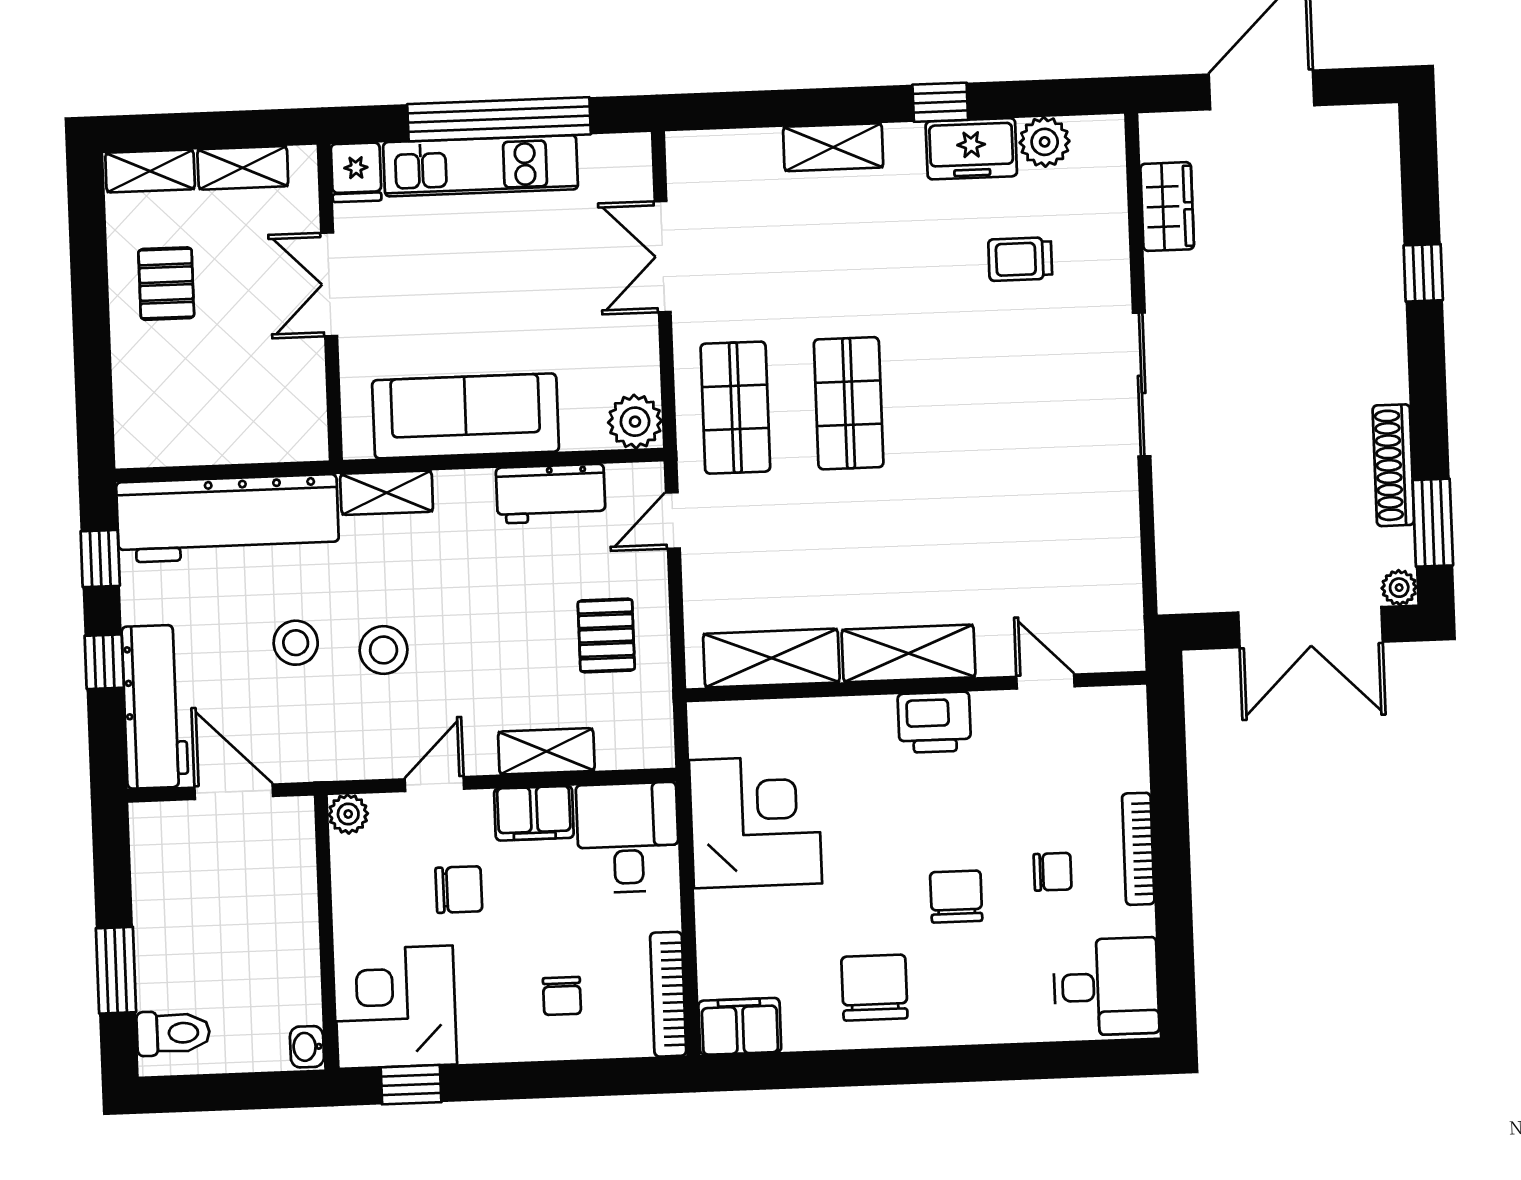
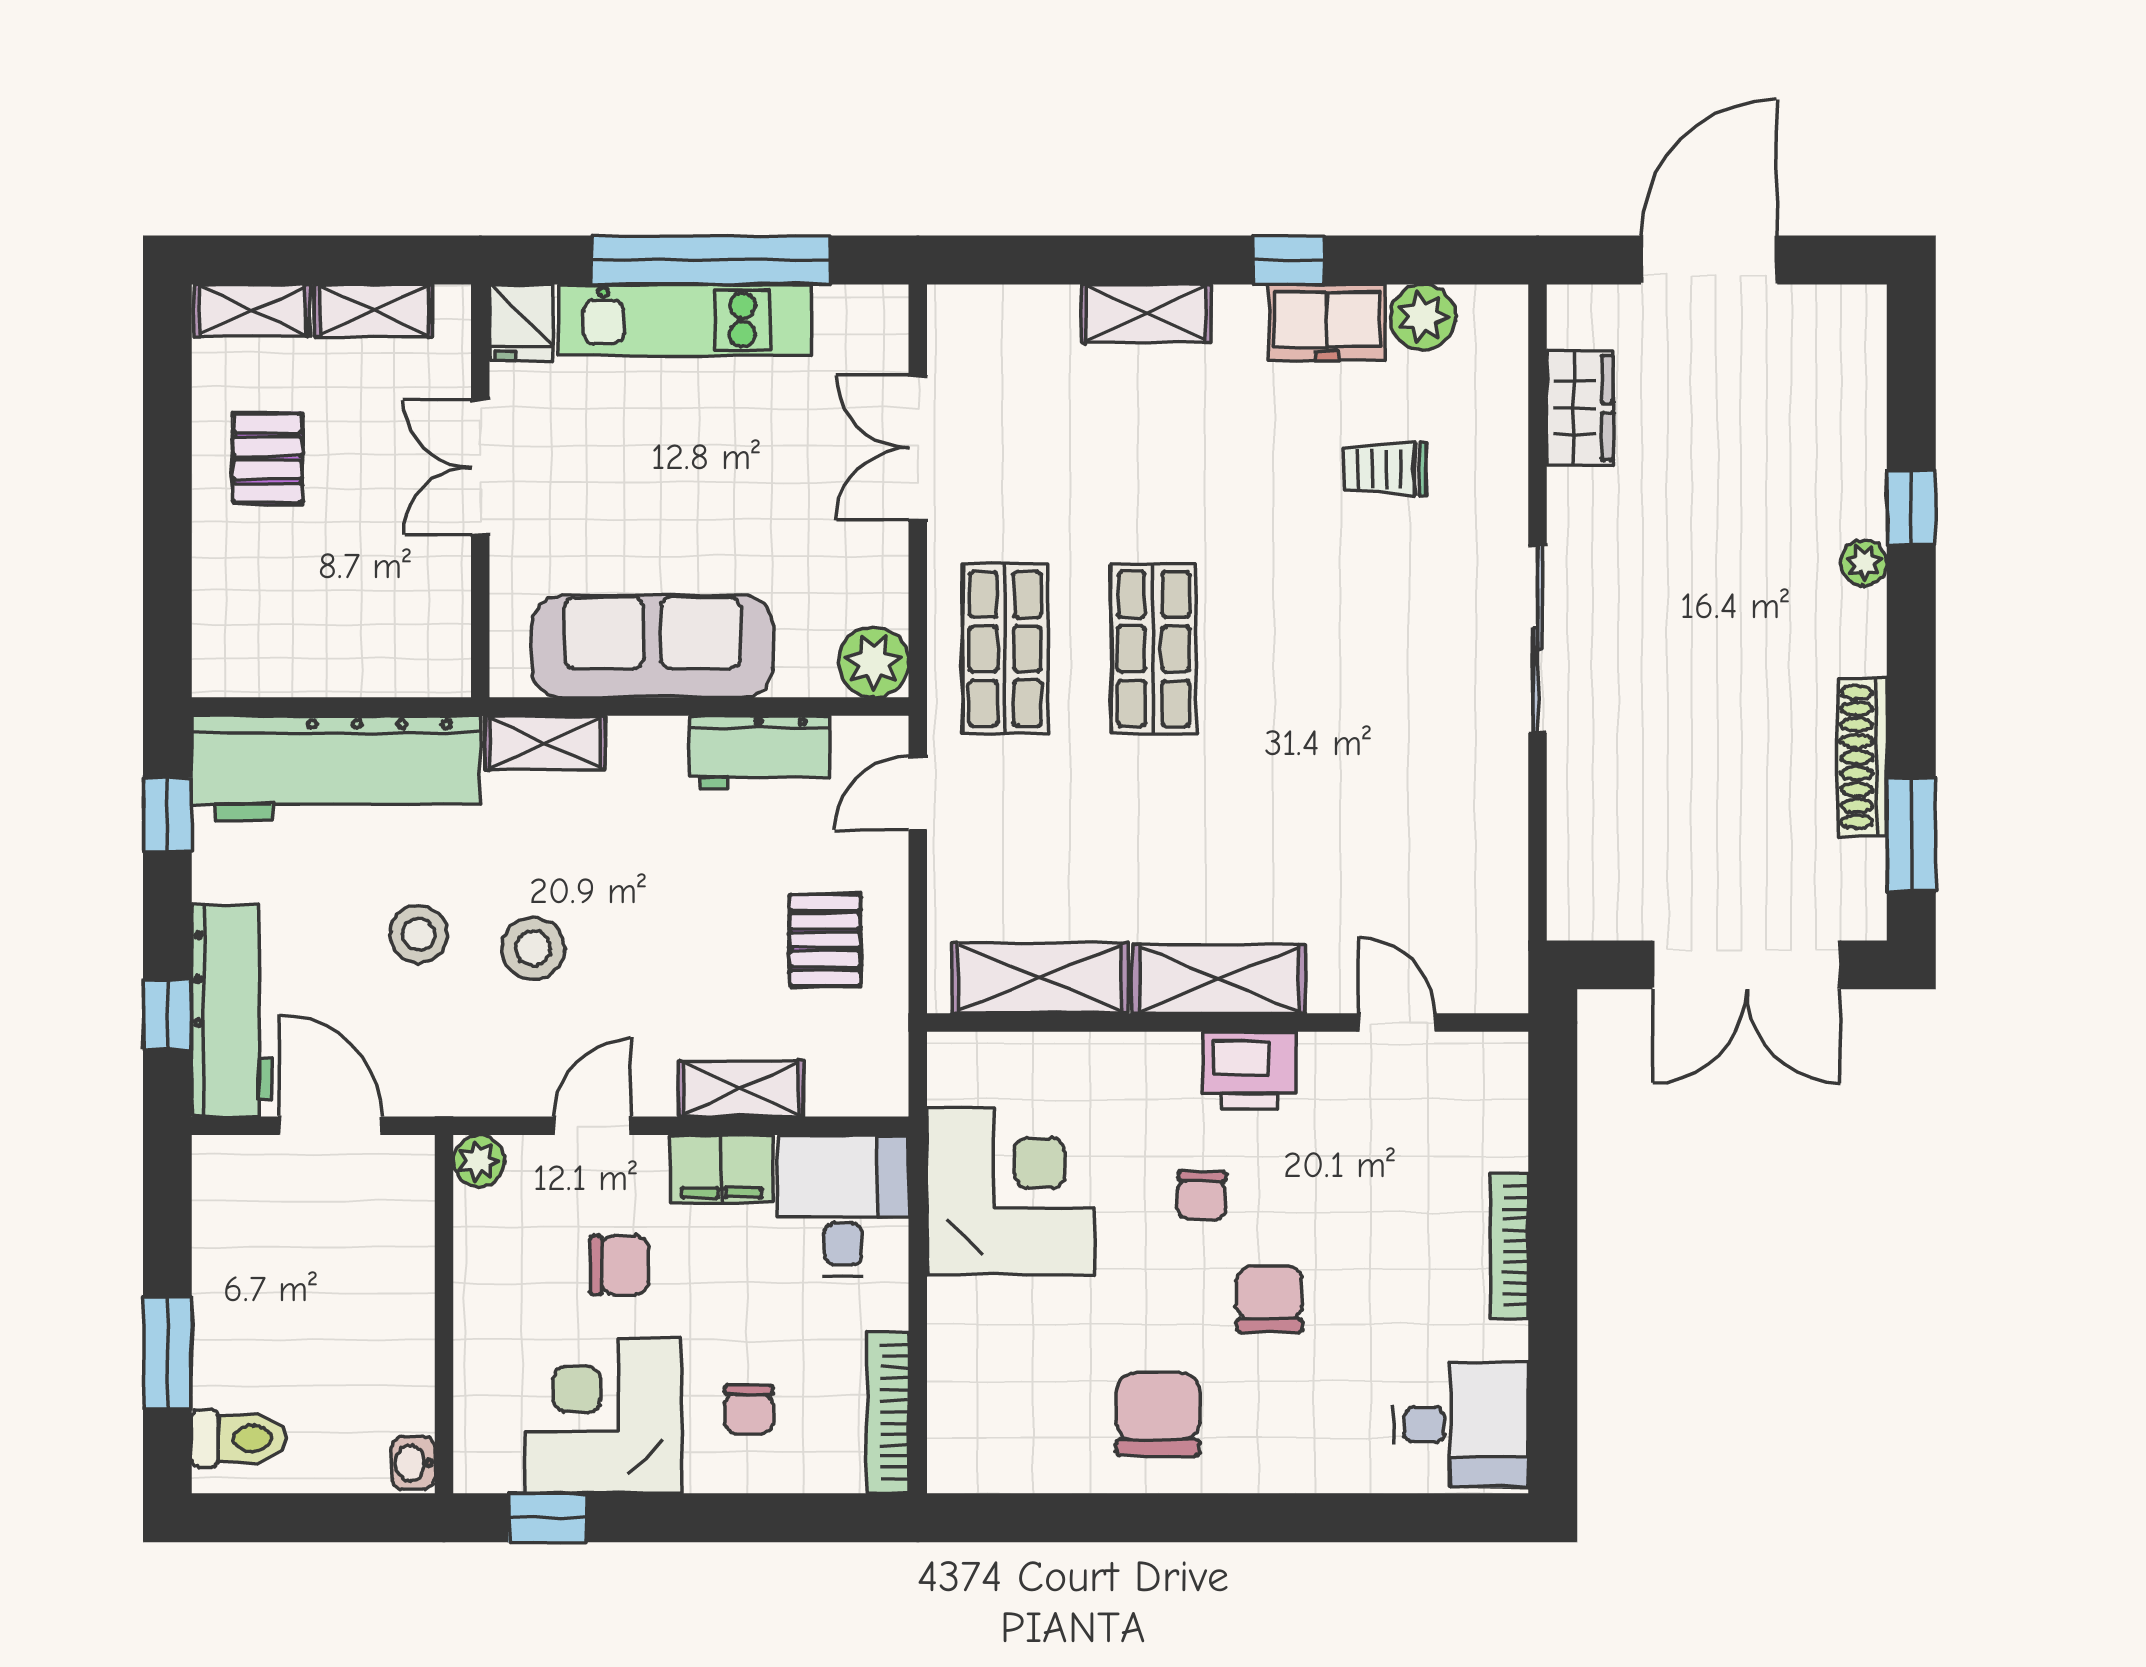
plant: (1399, 588) -> (1864, 563), moved
window: (104, 662) -> (167, 1014), moved
chair: (1053, 872) -> (1202, 1195), moved, turned 92
corner desk: (395, 1007) -> (603, 1416), moved
filing cabinet: (740, 1026) -> (980, 1458), removed

